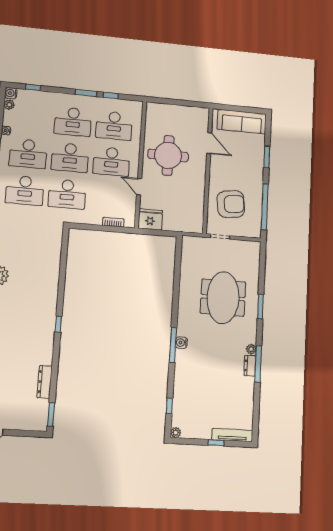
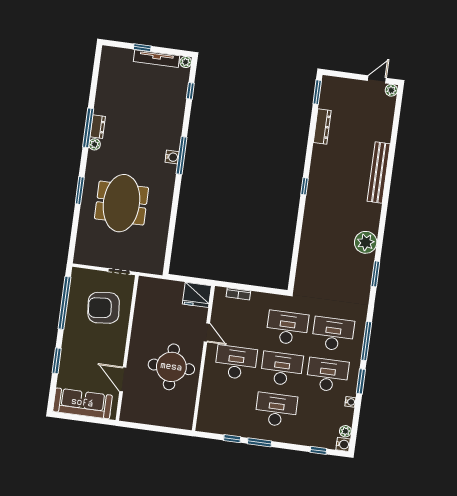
desk: (114, 126) -> (230, 404), removed
tv unit: (232, 435) -> (156, 59), moved

